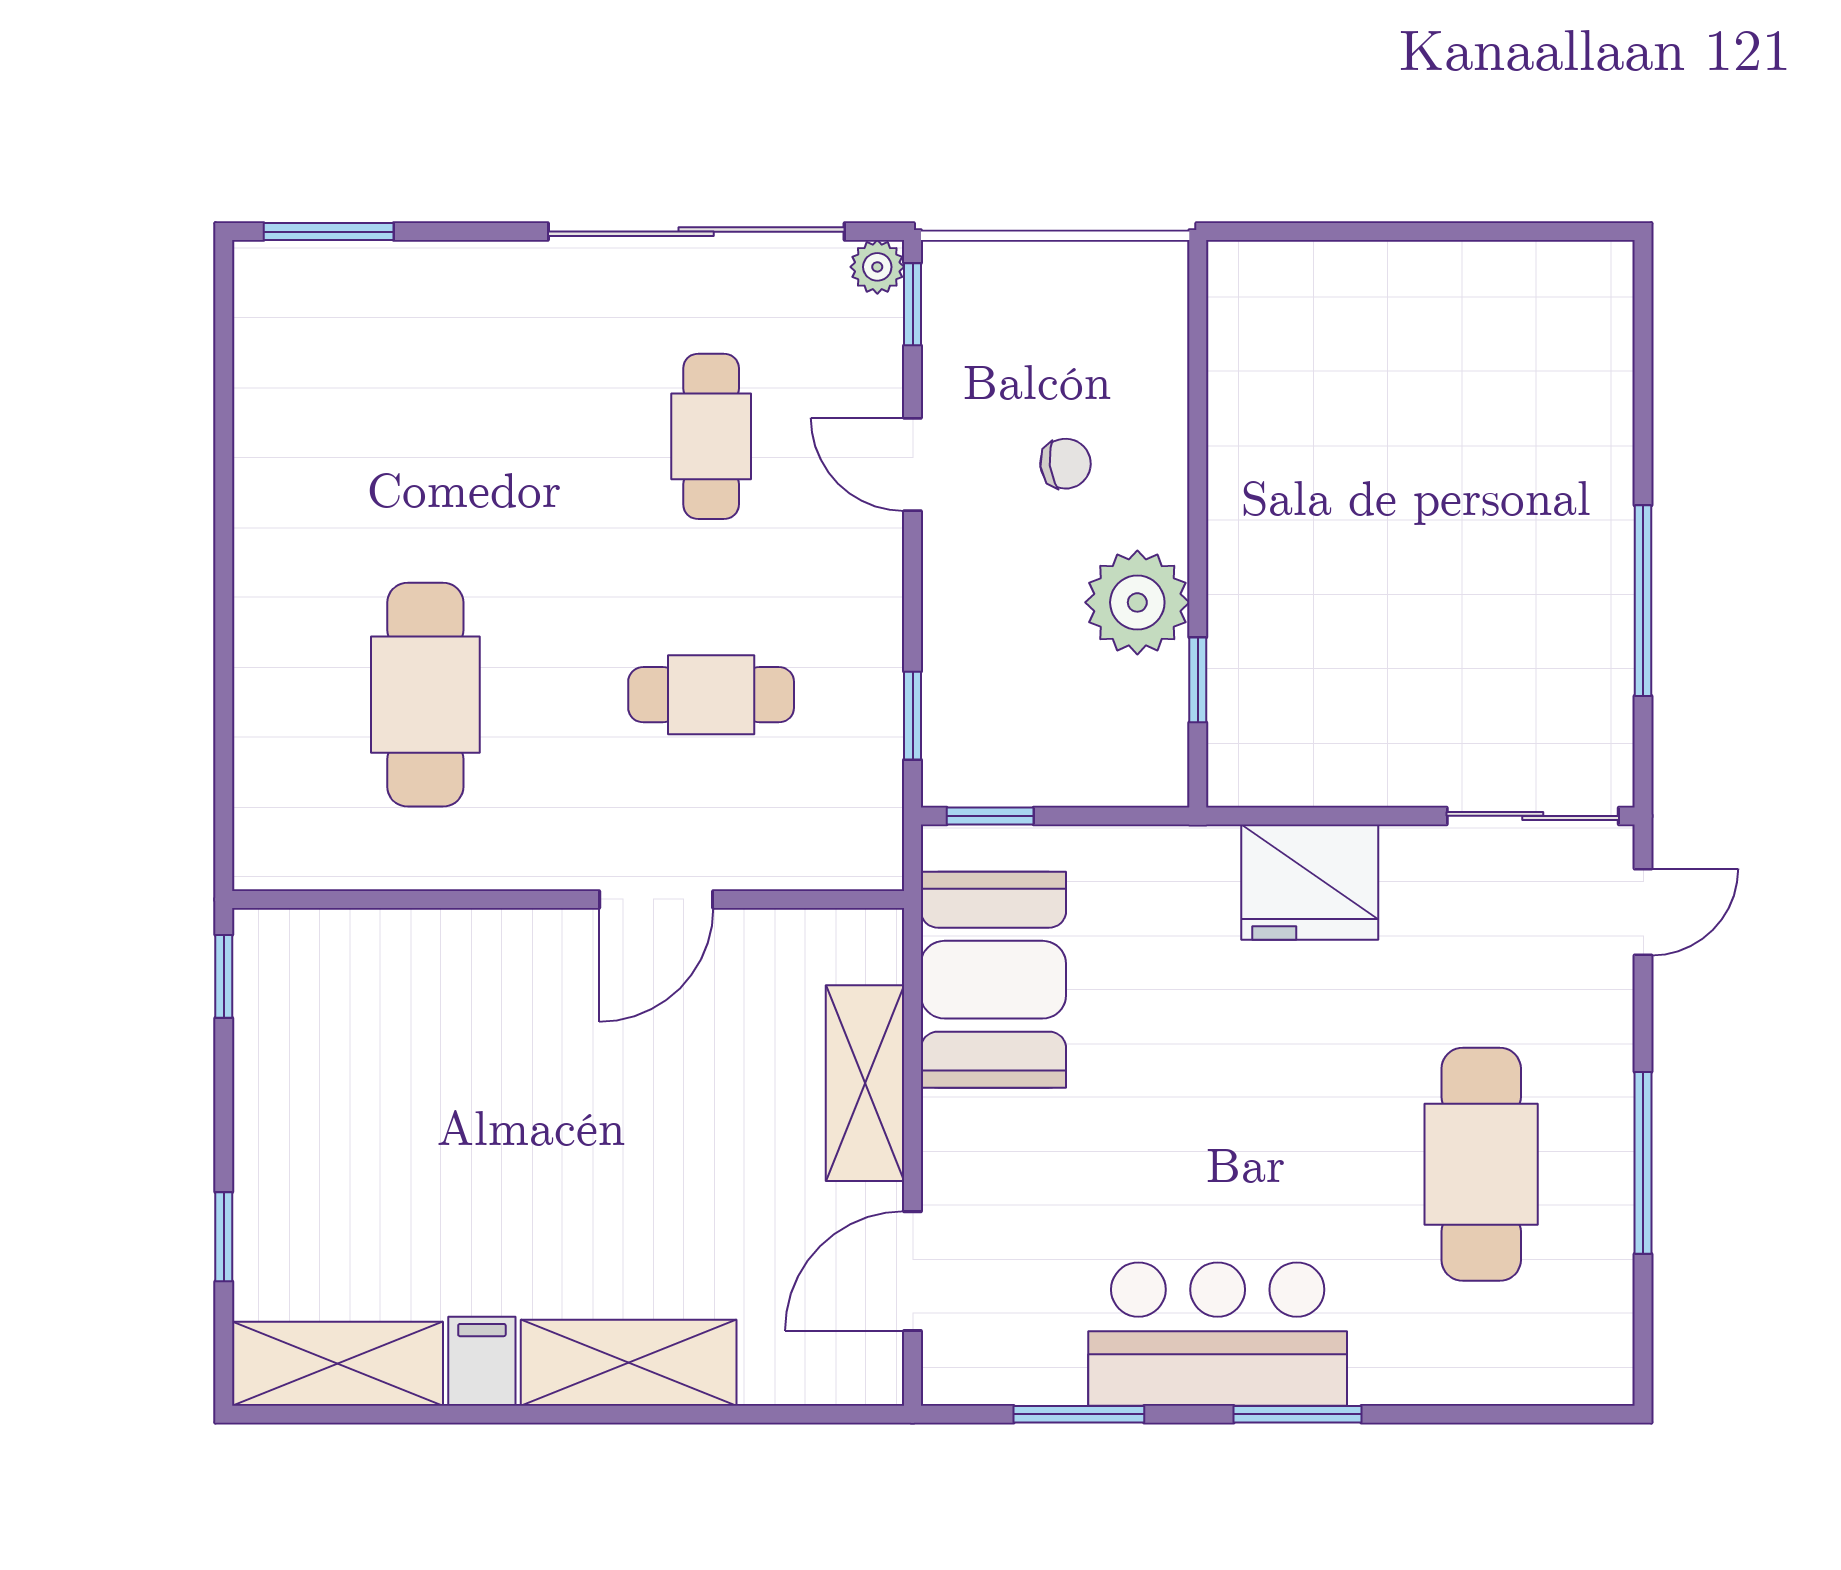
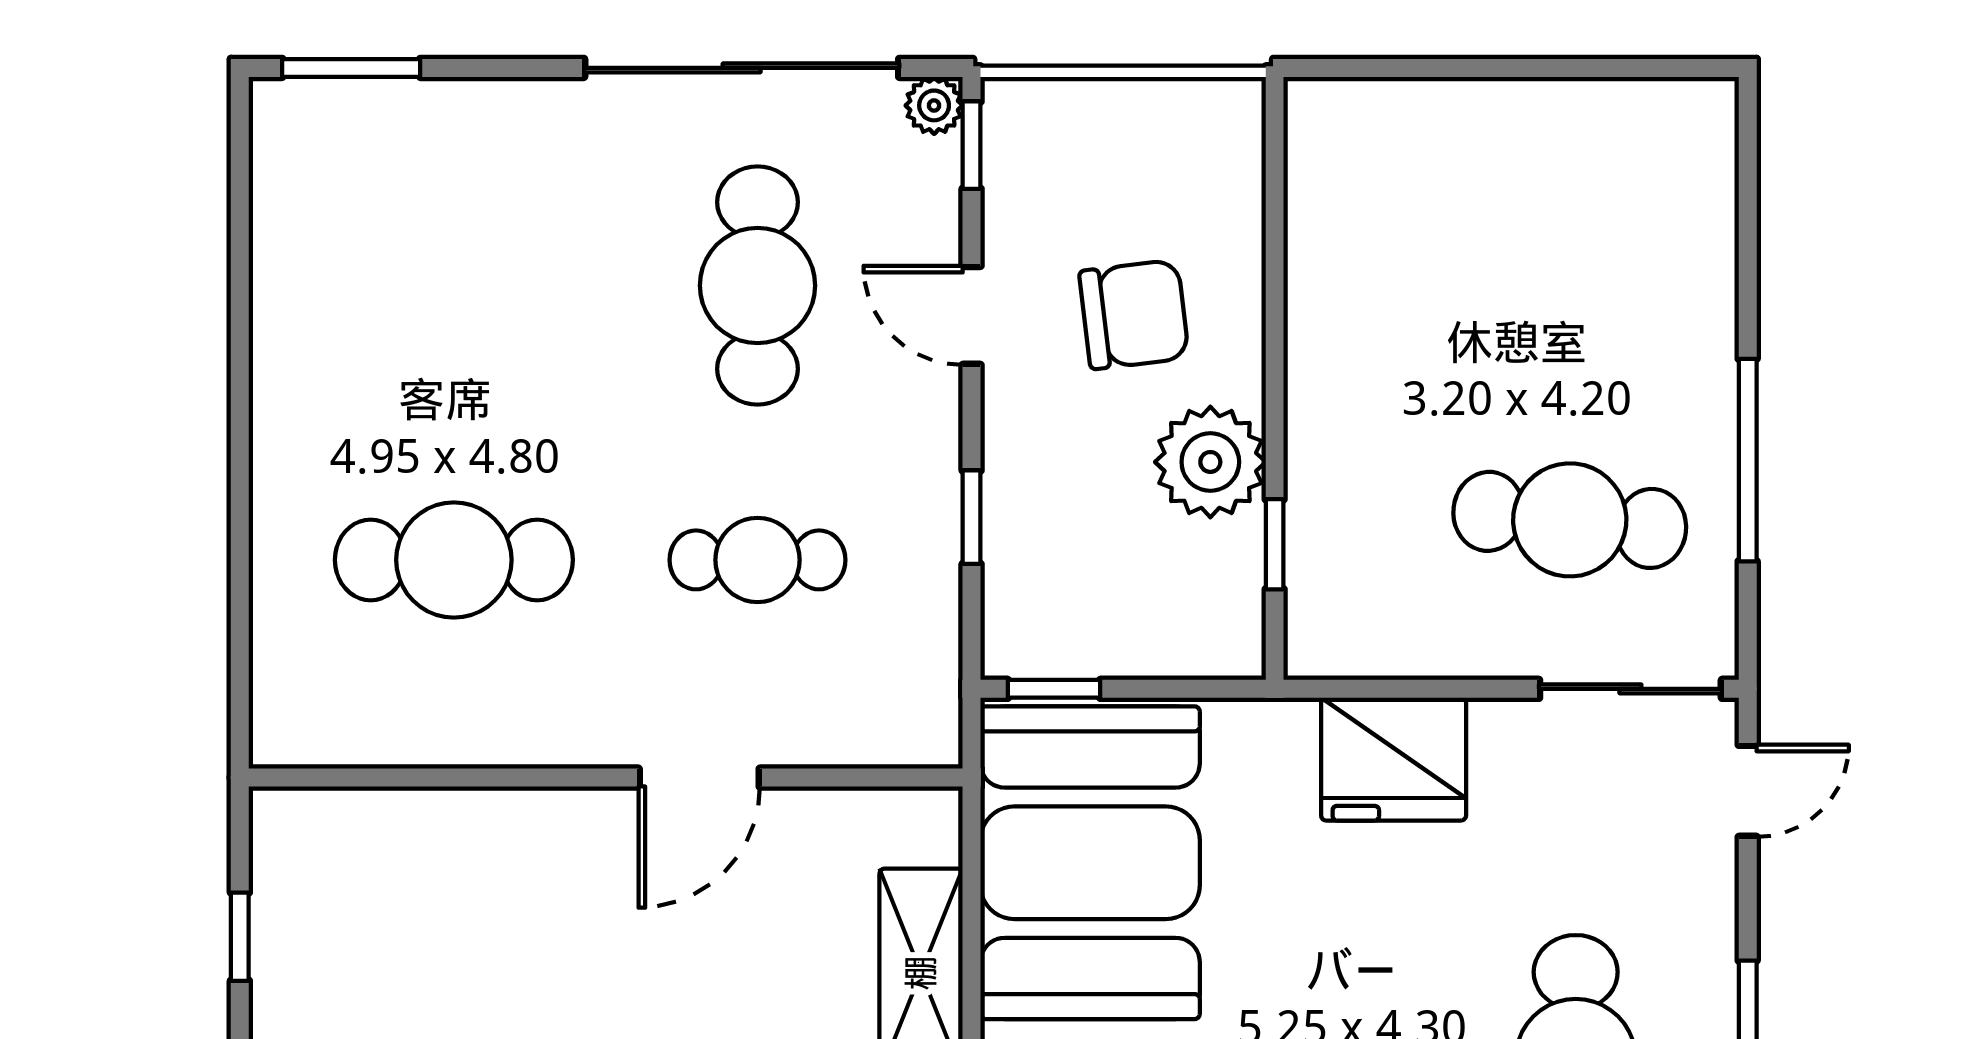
cafe table: (711, 436) -> (758, 286), width x1.37, depth x1.35
chair: (1065, 464) -> (1134, 314), width x1.87, depth x1.87
cafe table: (1476, 657) -> (1570, 520), added
cafe table: (425, 695) -> (454, 560), turned 90
window: (913, 716) -> (972, 517), moved
window: (224, 976) -> (240, 937), moved
booth: (993, 980) -> (1090, 863), width x1.36, depth x1.42

